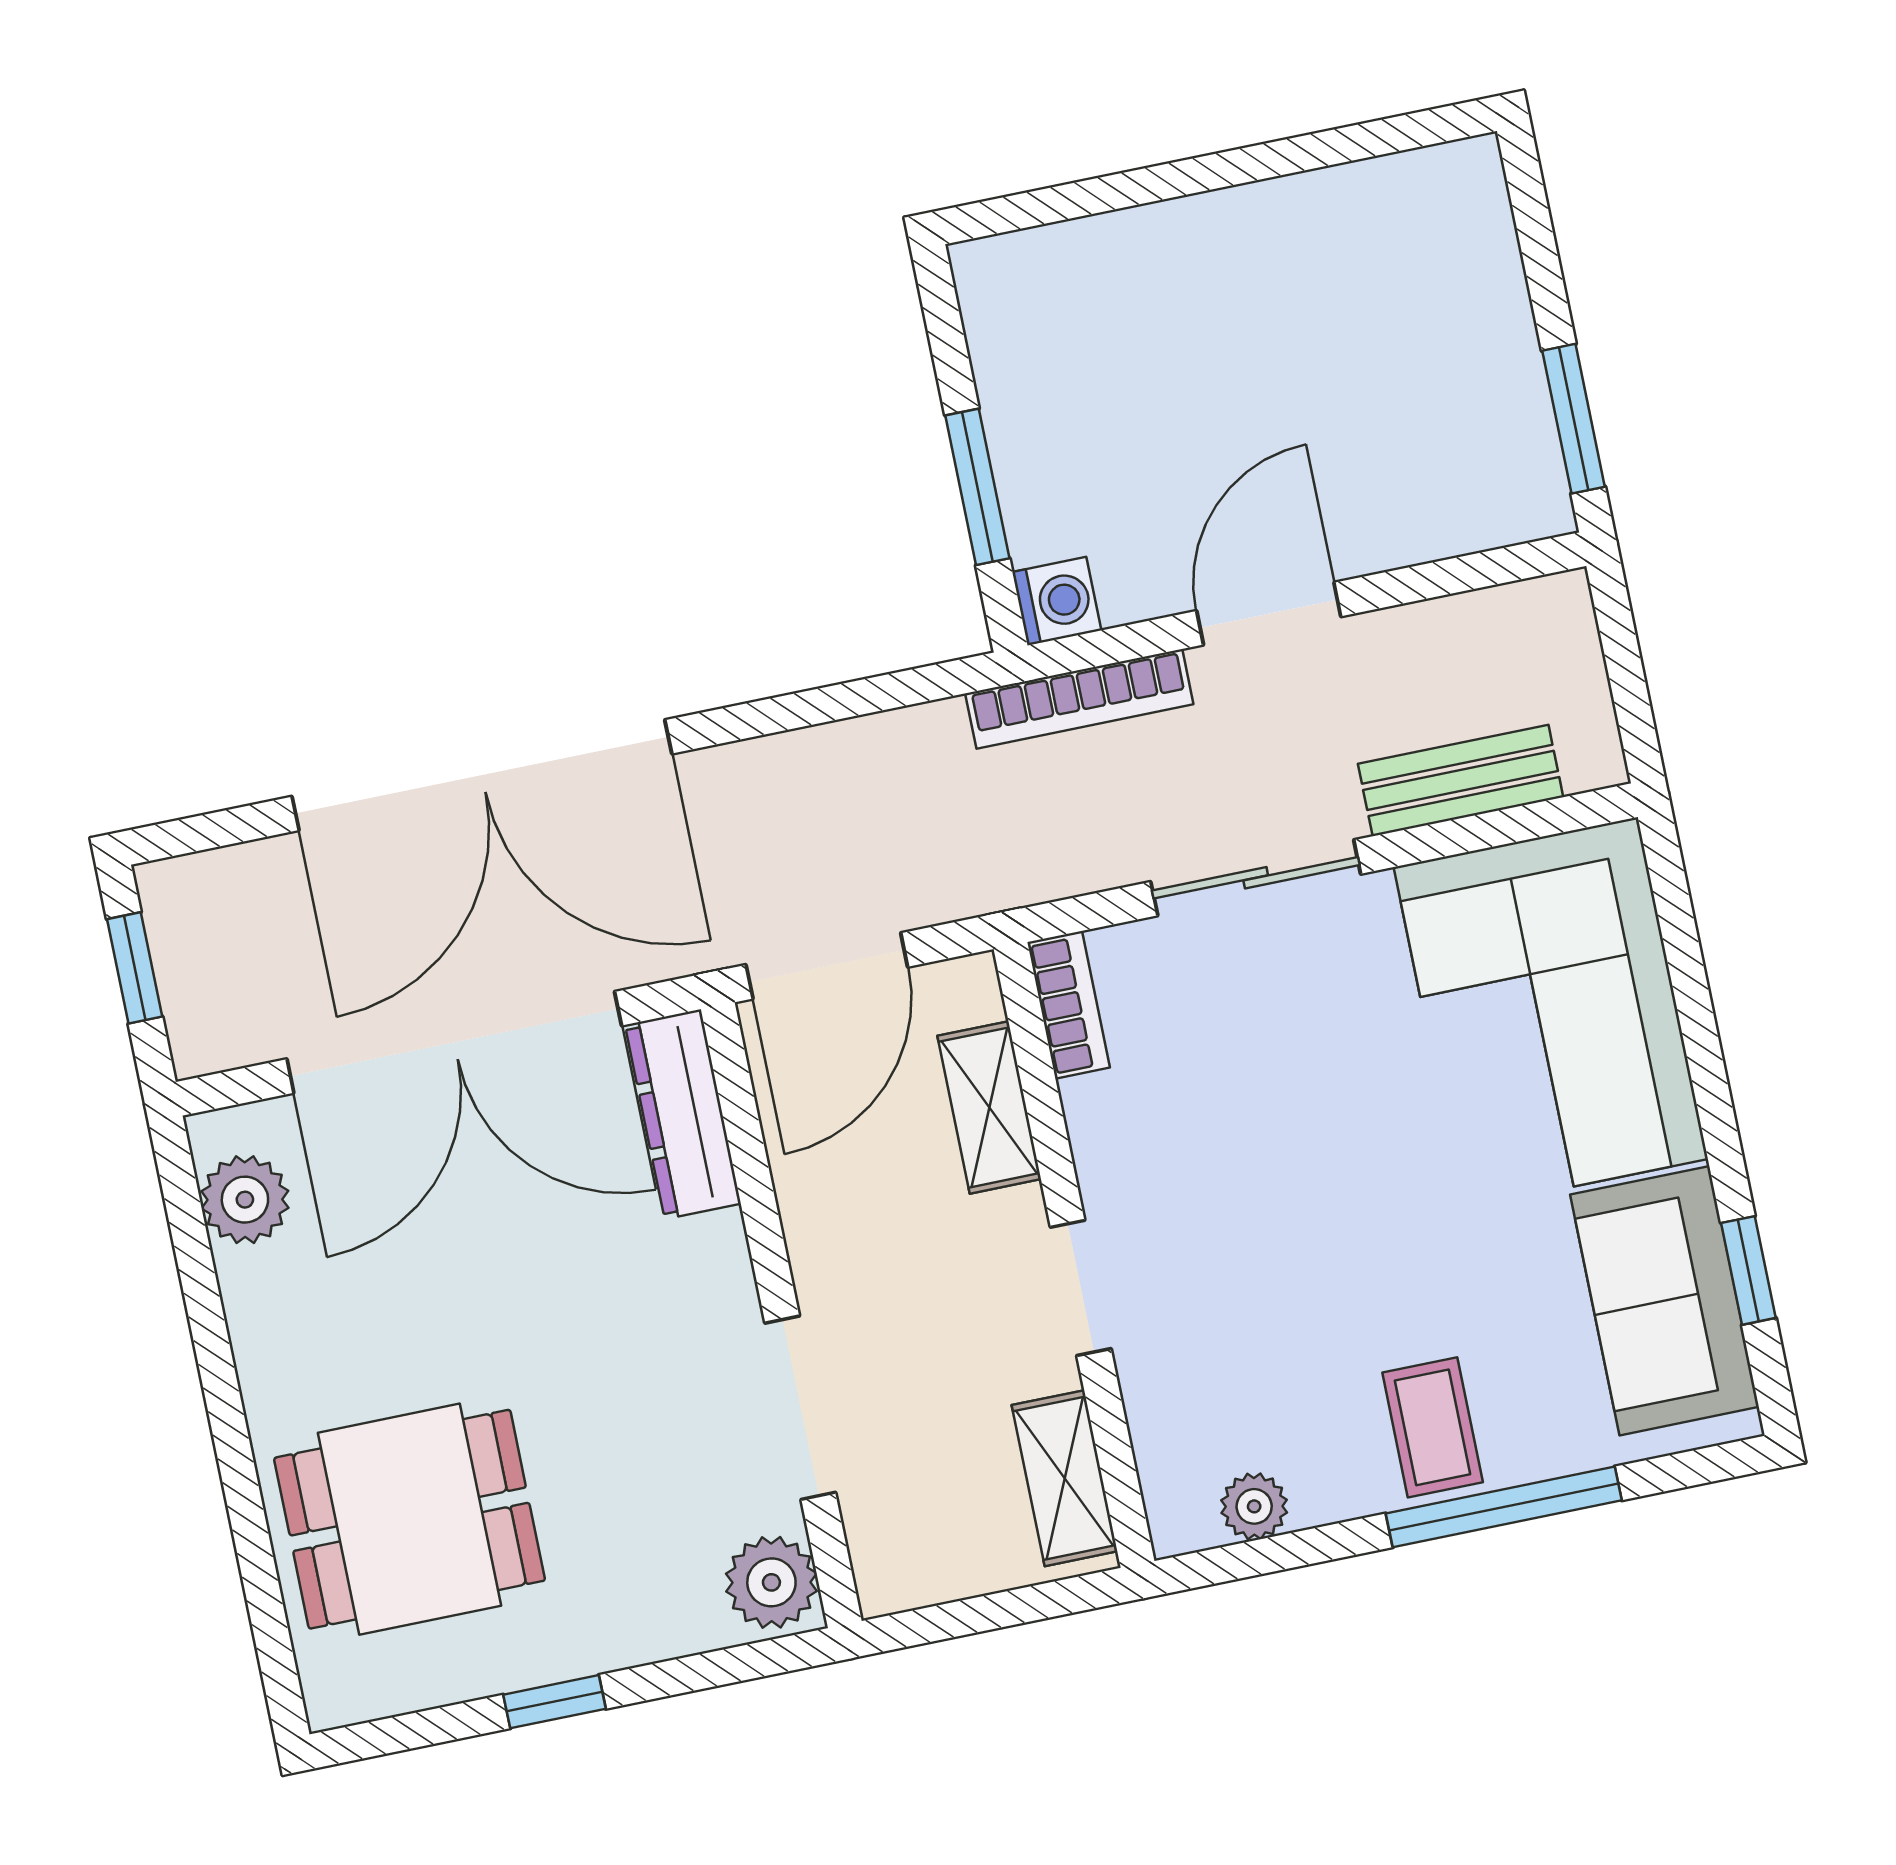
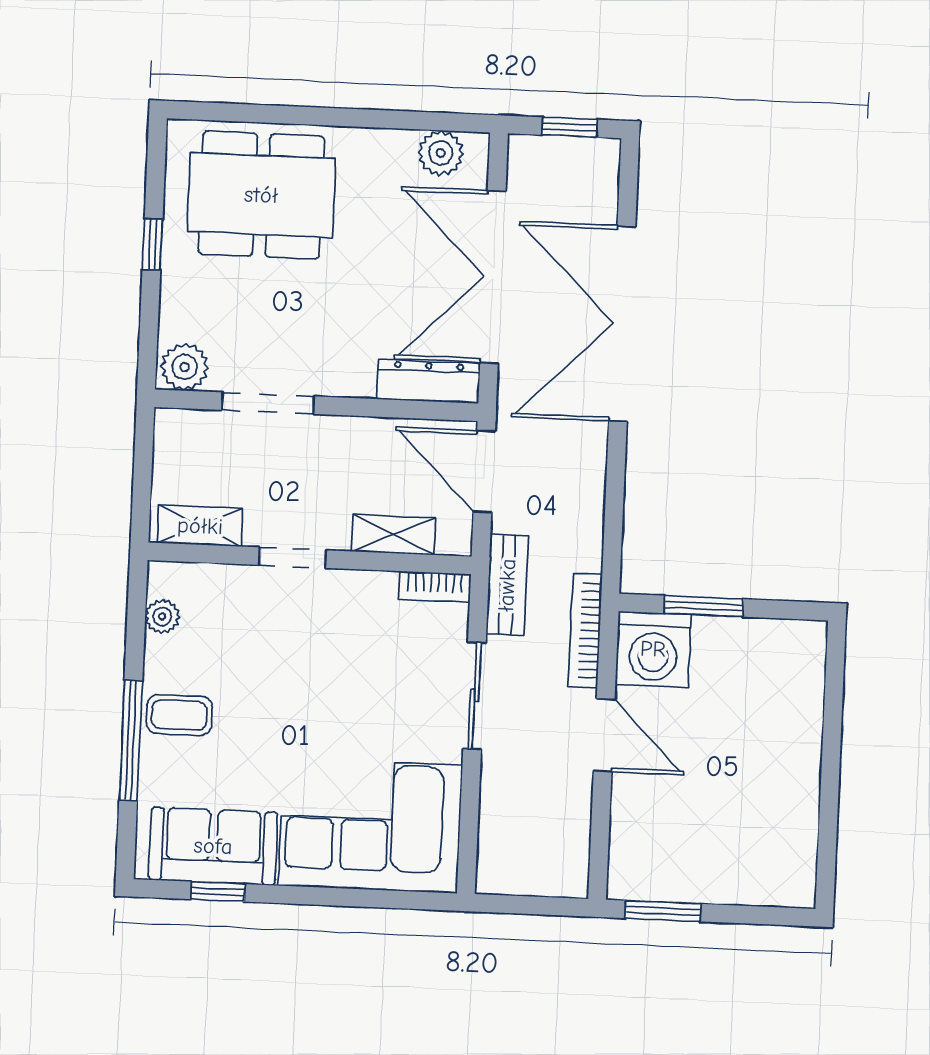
washing machine: (1057, 601) -> (653, 649), width x1.89, depth x1.89
bench: (1461, 780) -> (507, 585), moved
dining table: (410, 1519) -> (261, 195), width x1.38

